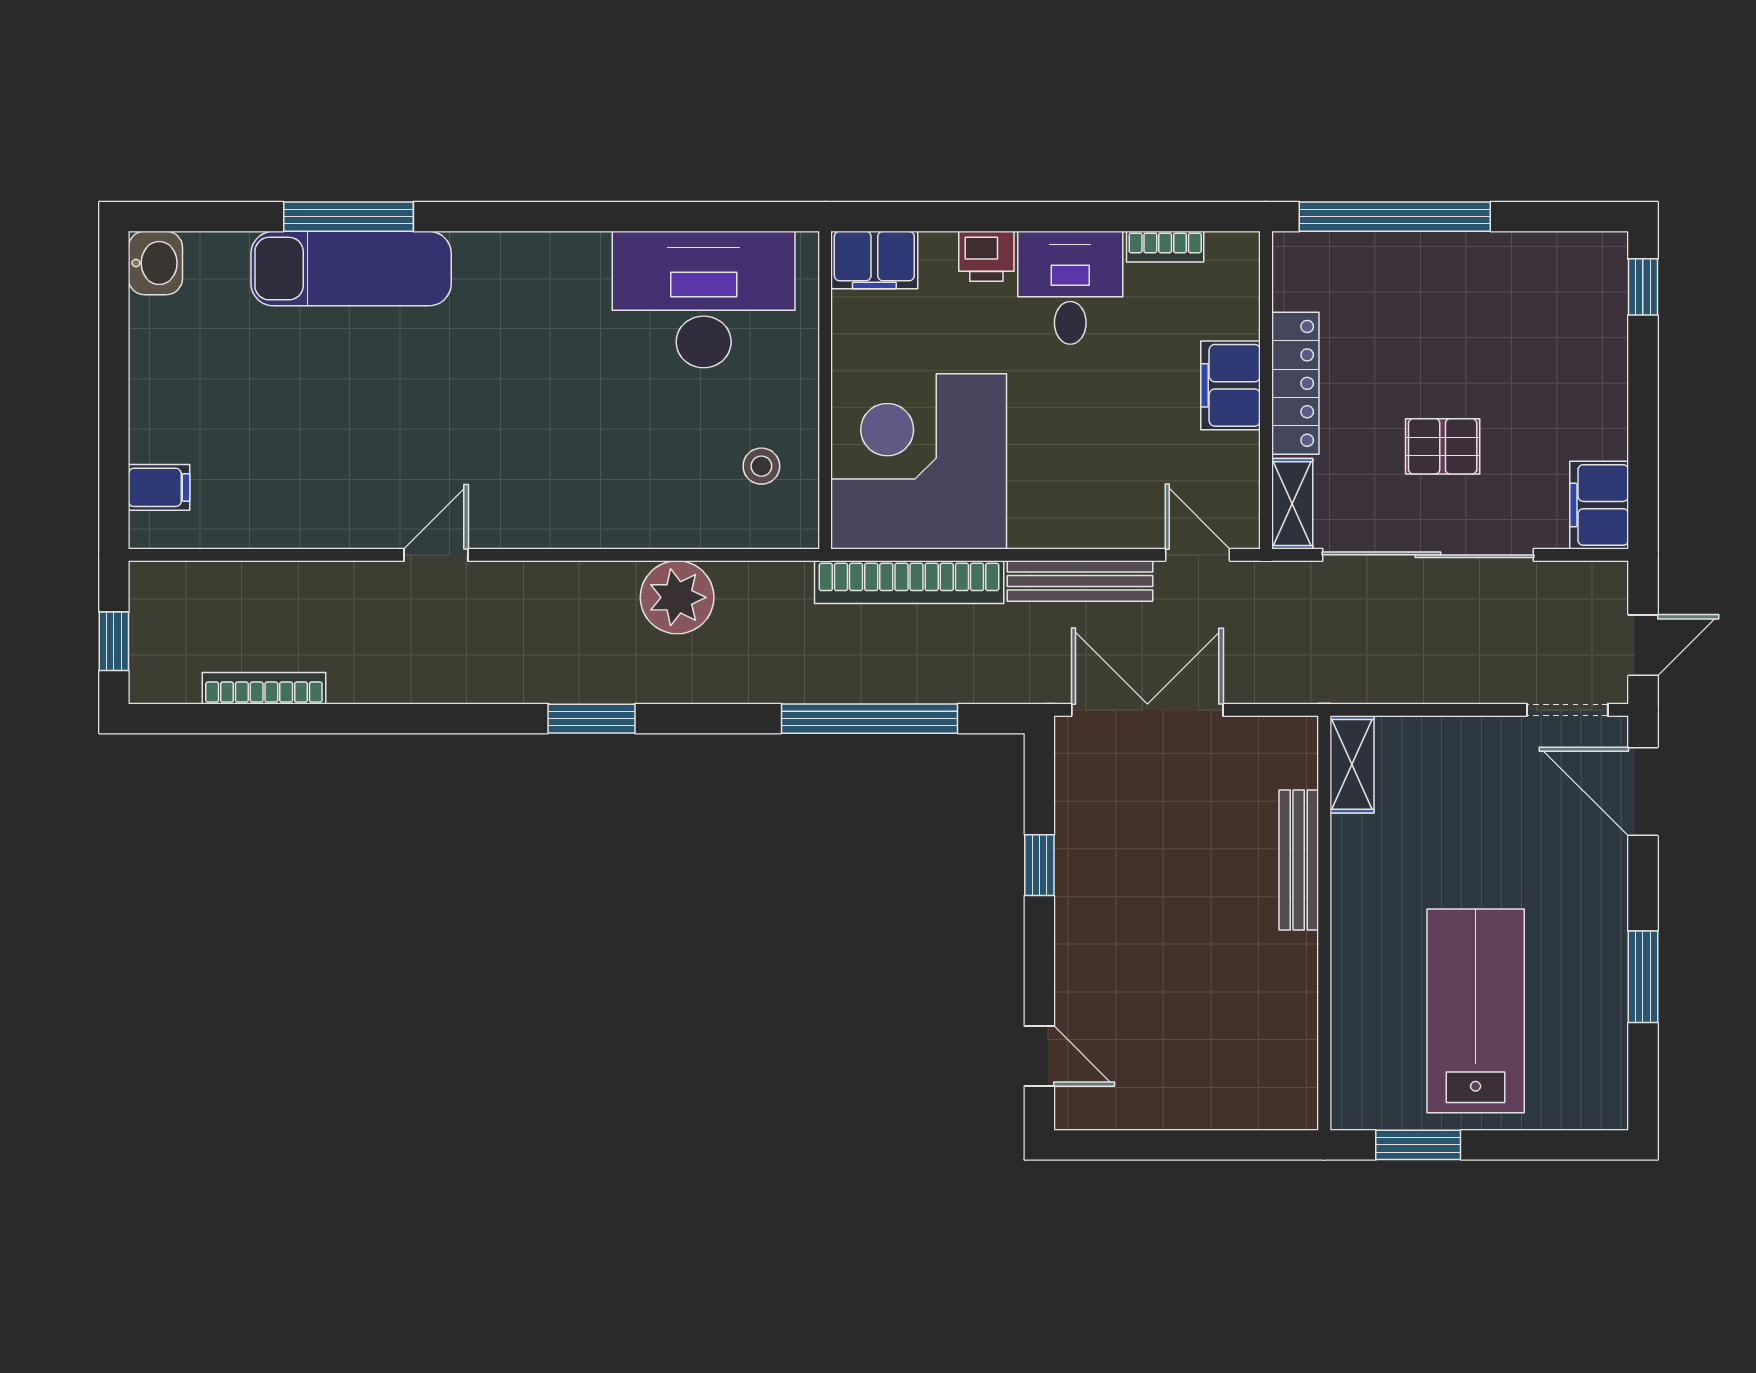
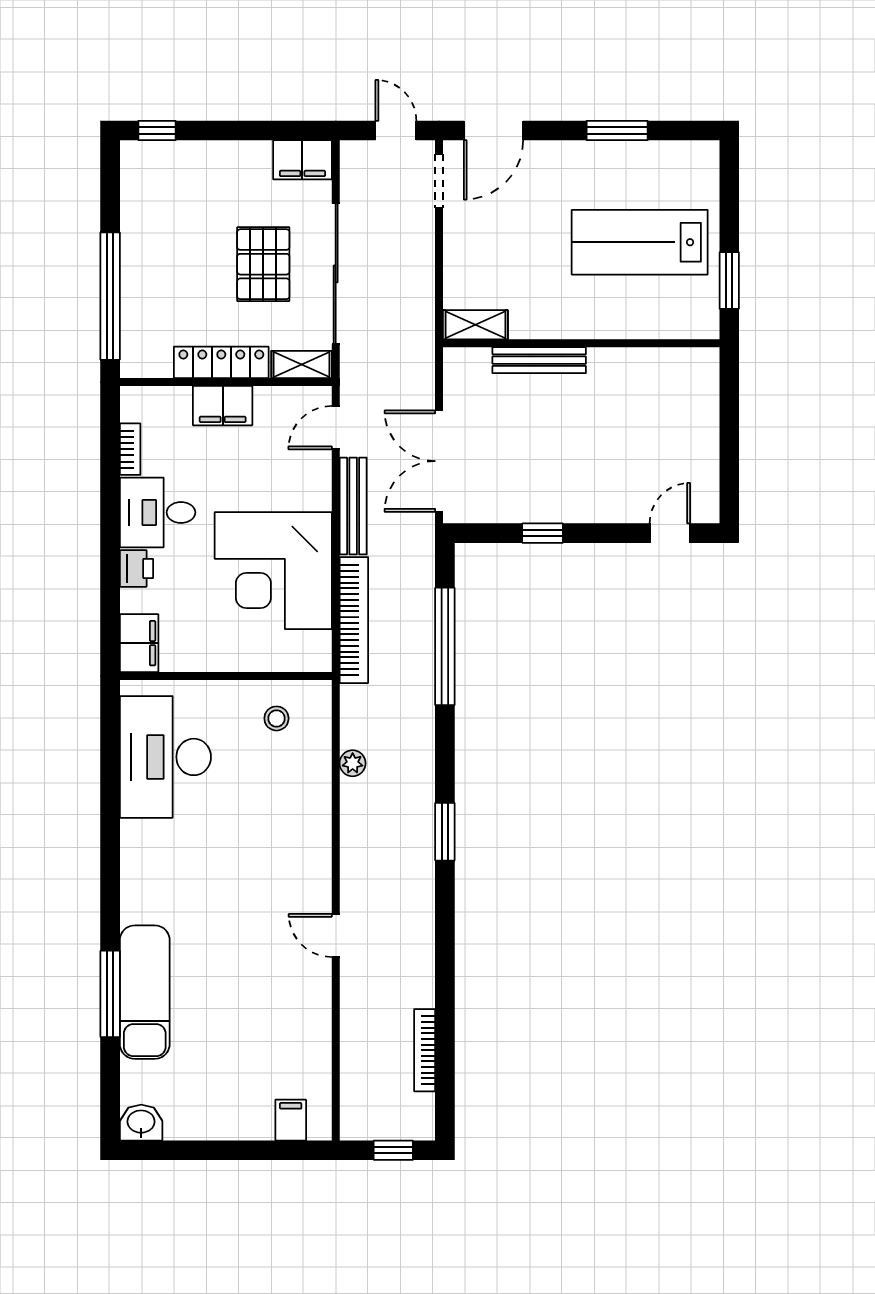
pallet: (1443, 446) -> (263, 264), width x1.50, depth x1.42
corner desk: (919, 461) -> (273, 571), moved
plant: (677, 597) -> (353, 763), width x0.53, depth x0.53

